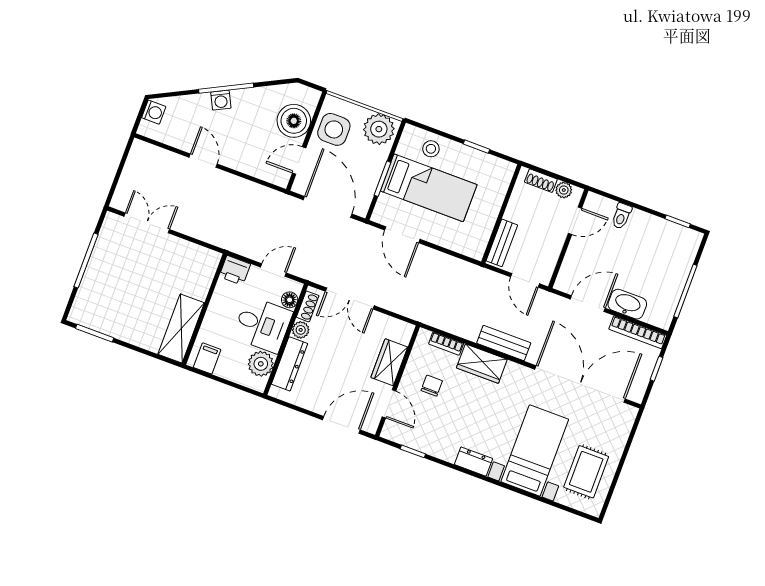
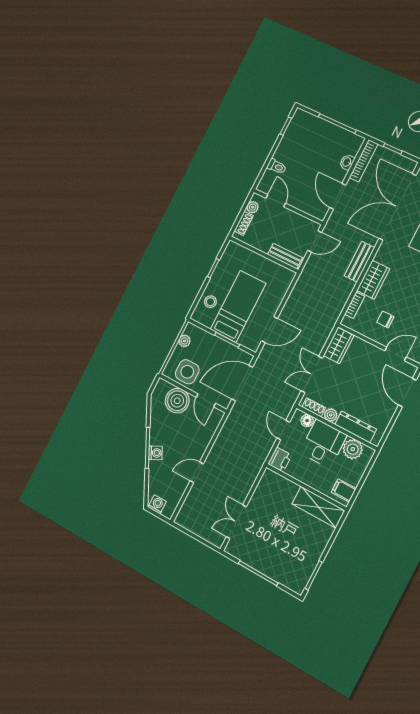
plant: (379, 129) -> (184, 341), width x0.53, depth x0.53
double door: (350, 298) -> (312, 375), swing flipped
washbasin: (627, 304) -> (347, 162), width x0.52, depth x0.69
wardrobe: (389, 362) -> (339, 345), moved, turned -90

